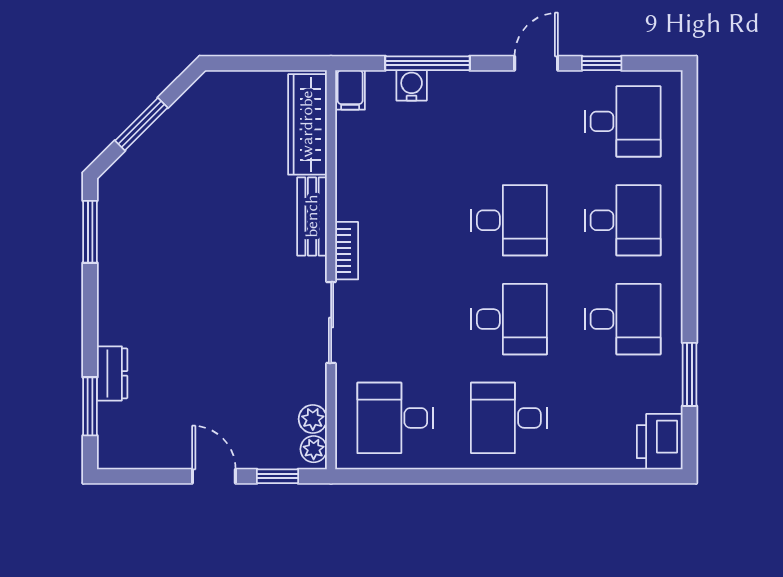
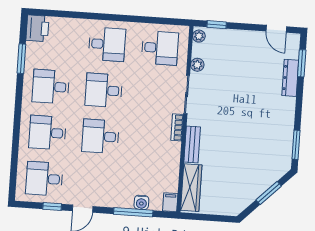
dresser: (112, 373) -> (290, 78), width x1.44
plant: (313, 419) -> (197, 65), moved
door: (214, 476) -> (276, 29), moved

